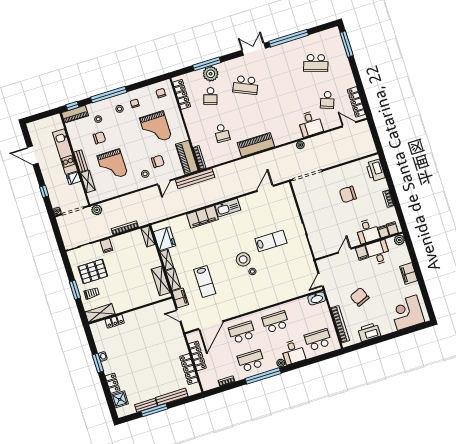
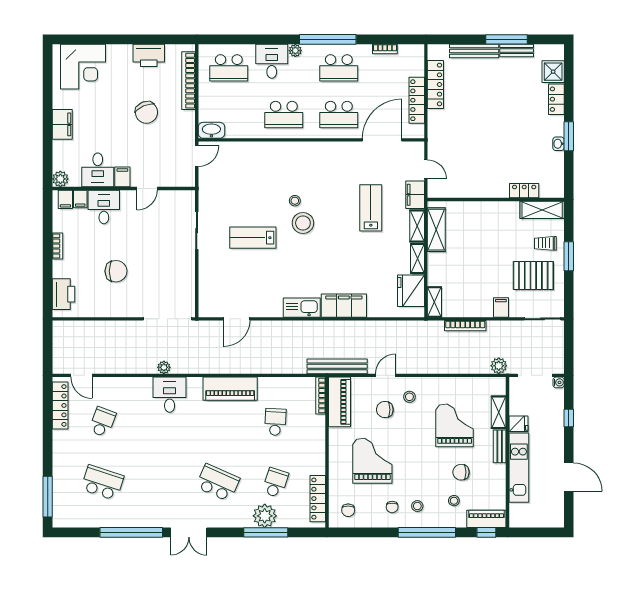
desk: (310, 124) -> (170, 395), moved

